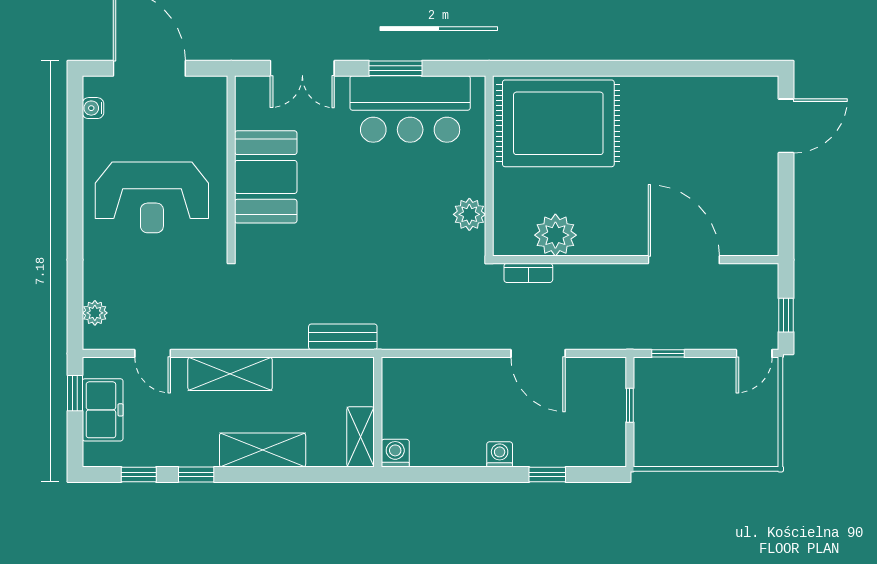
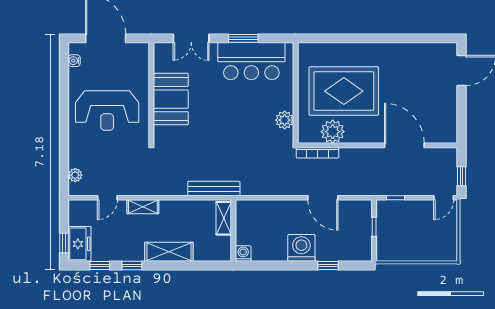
rug: (558, 123) -> (344, 91), moved
bookcase: (528, 273) -> (317, 153), width x1.56
bench: (343, 337) -> (214, 189), width x1.36
door: (153, 353) -> (107, 198), hinge flipped
shelving: (230, 374) -> (143, 207), width x0.67, depth x0.75
window: (75, 393) -> (64, 243), moved
freezer: (103, 410) -> (80, 244), moved
shelving: (361, 437) -> (224, 218), moved
washing machine: (500, 454) -> (301, 248), width x1.89, depth x1.89

